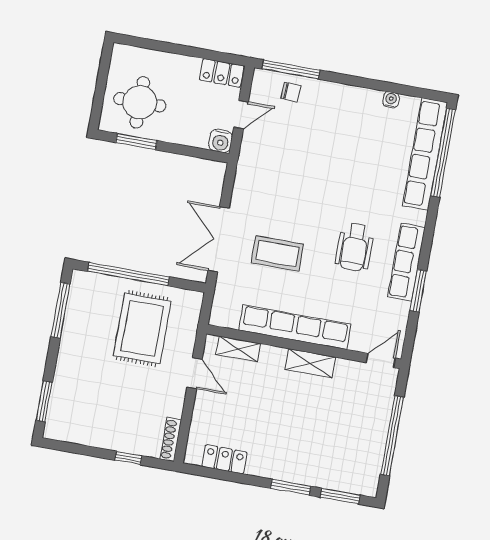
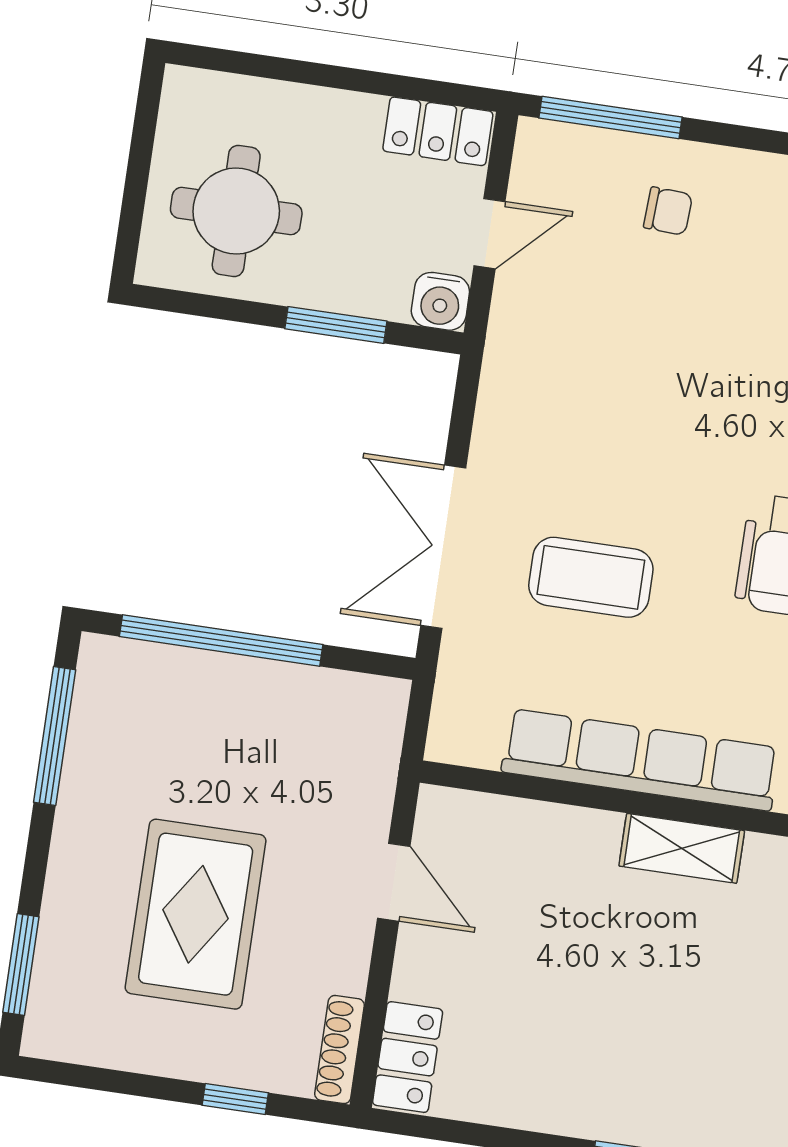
chair: (291, 92) -> (668, 211), moved
window: (136, 142) -> (336, 325), moved
rug: (142, 328) -> (196, 914), moved
shelving: (238, 349) -> (501, 818), removed
locker: (224, 459) -> (408, 1057), moved, turned 90

